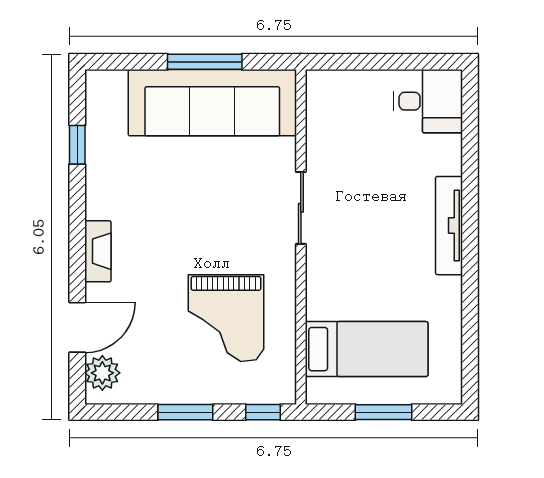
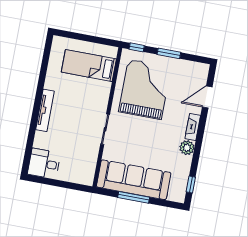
window: (77, 145) -> (191, 184), moved
grand piano: (226, 318) -> (145, 89), width x1.37, depth x1.48
plant: (102, 373) -> (187, 148), moved
window: (383, 412) -> (87, 38), removed

